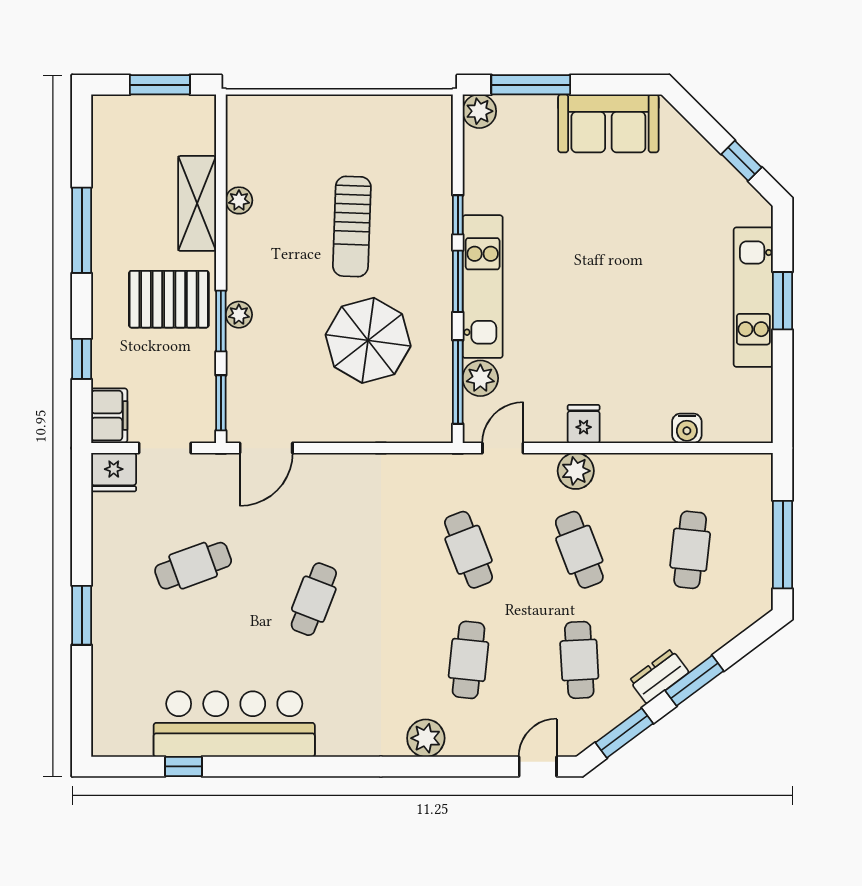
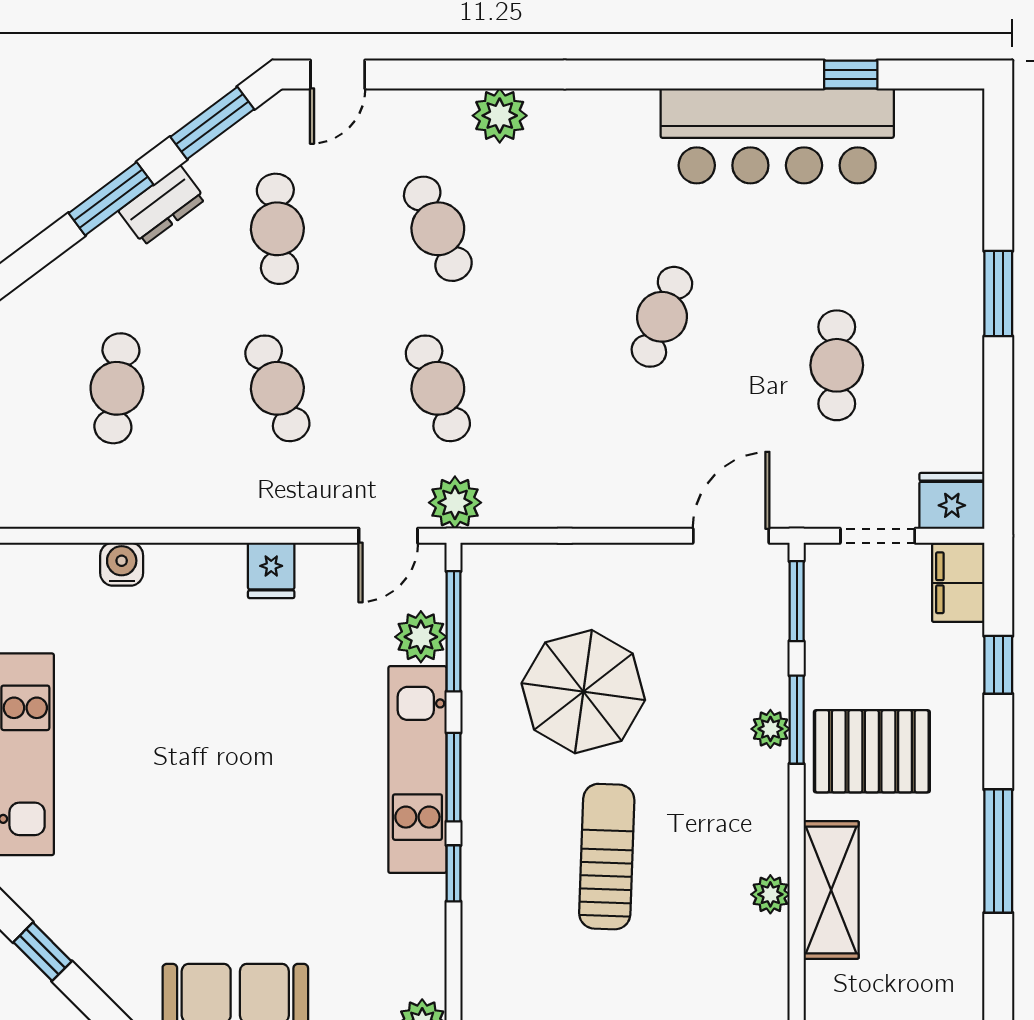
plant: (576, 471) -> (455, 503), moved
cafe table: (193, 566) -> (837, 365), turned -70
cafe table: (469, 660) -> (438, 229), turned -30

